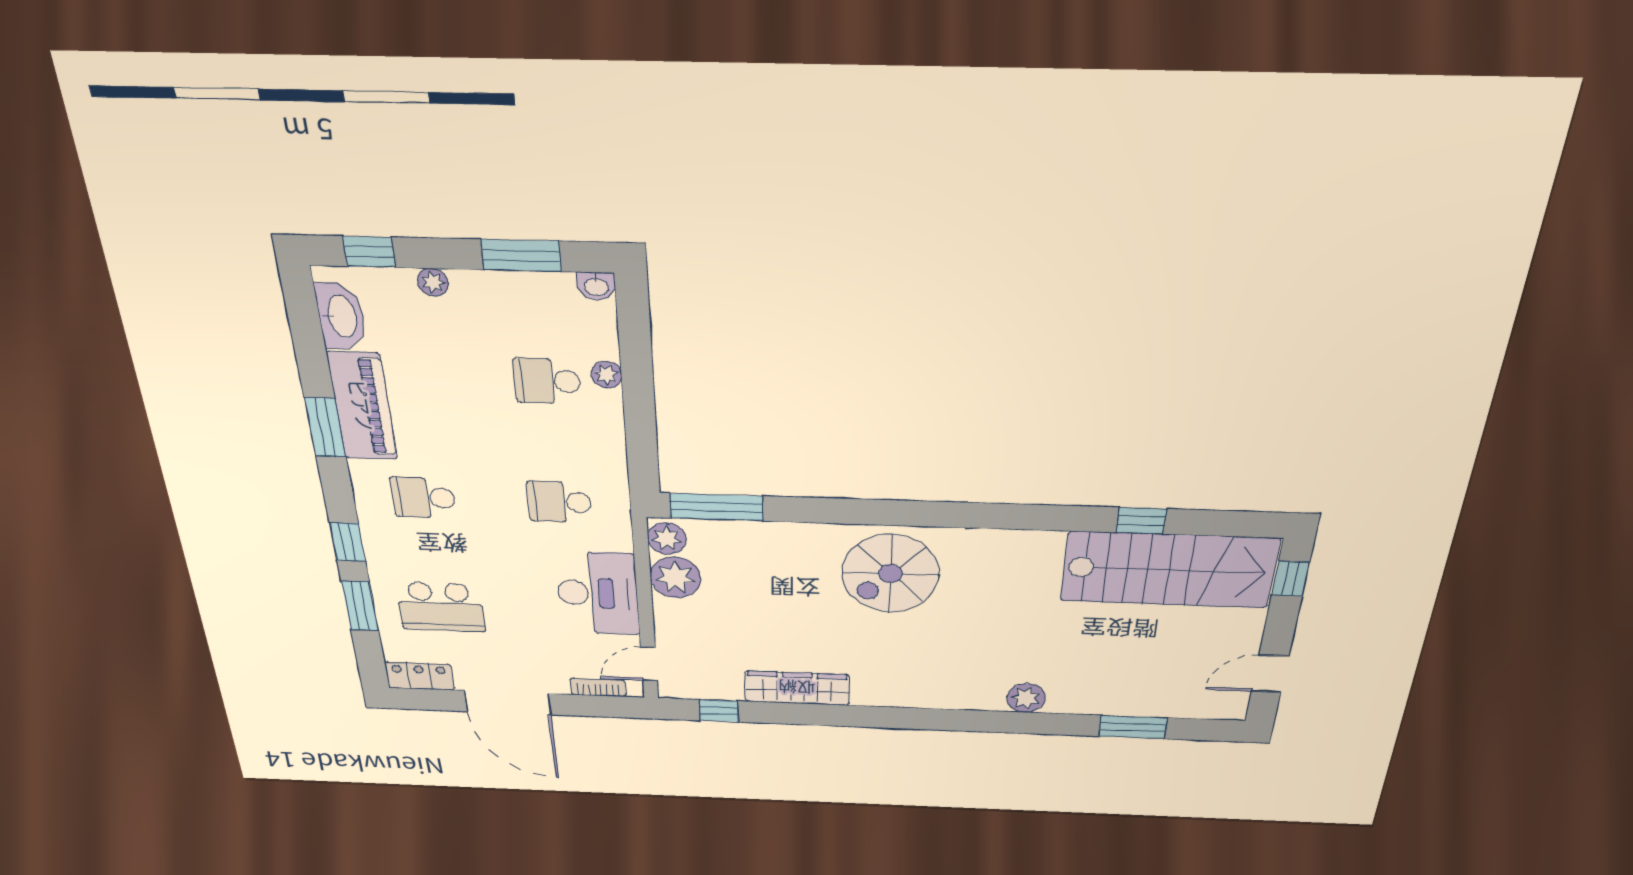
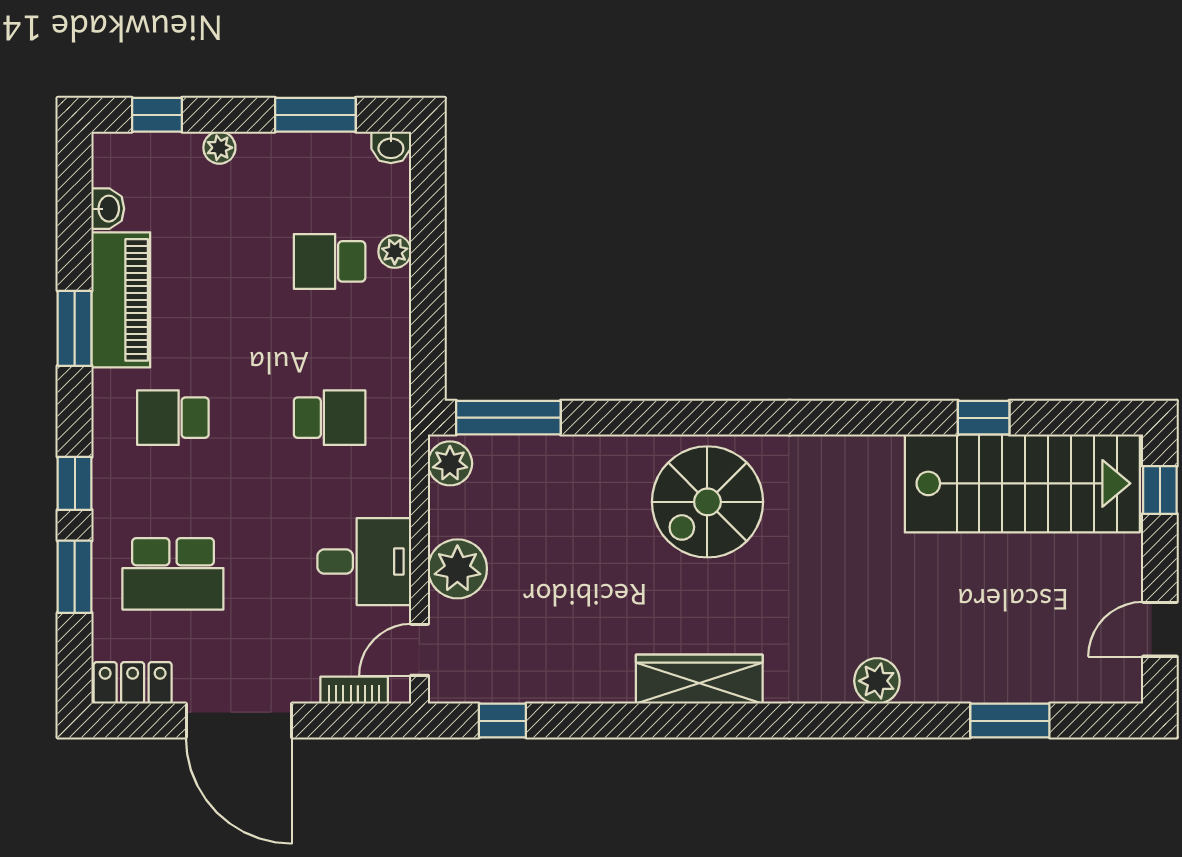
washbasin: (341, 316) -> (108, 209), width x0.52, depth x0.69
school desk: (559, 502) -> (330, 418), turned 180
plant: (675, 578) -> (457, 569), moved
desk: (598, 593) -> (364, 562), width x0.73
wardrobe: (797, 688) -> (699, 679), moved

